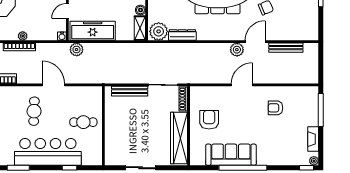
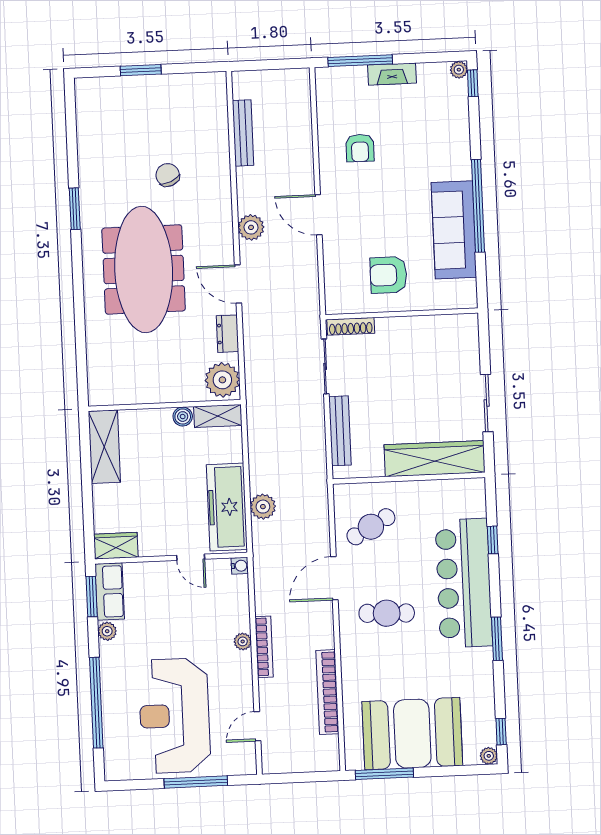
dresser: (182, 35) -> (227, 334), width x0.70
door: (255, 42) -> (238, 284), moved
plant: (77, 50) -> (263, 507), moved
cafe table: (83, 122) -> (371, 527), moved, turned 61
wardrobe: (179, 138) -> (435, 459), moved, turned 180
fireplace: (313, 139) -> (392, 74), moved

